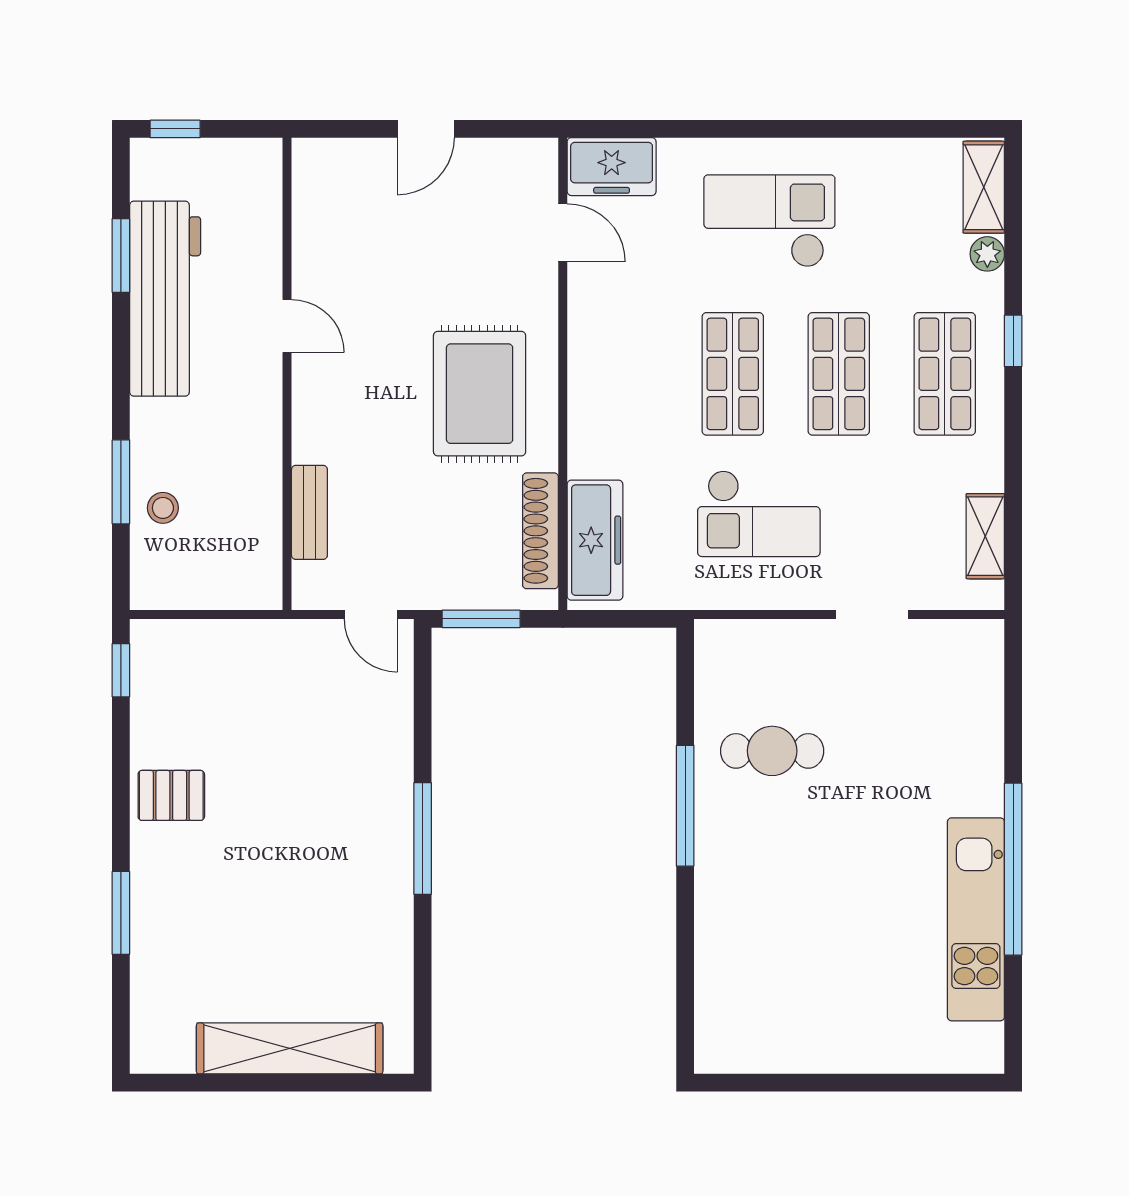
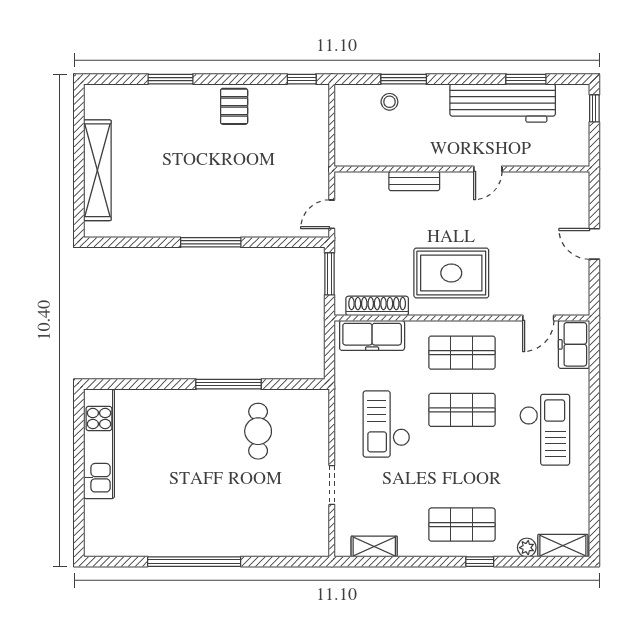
shop shelf: (839, 374) -> (462, 353), moved
bench: (309, 512) -> (414, 181), moved
kitchen unit: (976, 919) -> (99, 444), moved, turned 90

